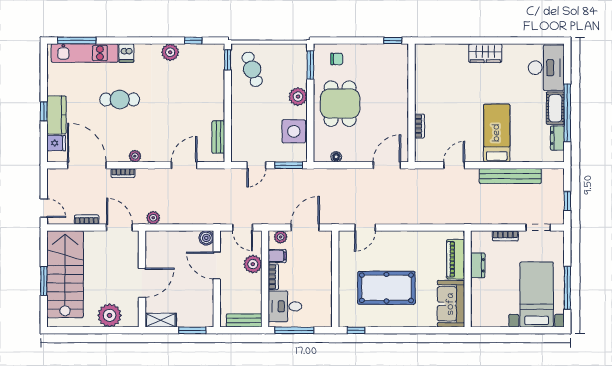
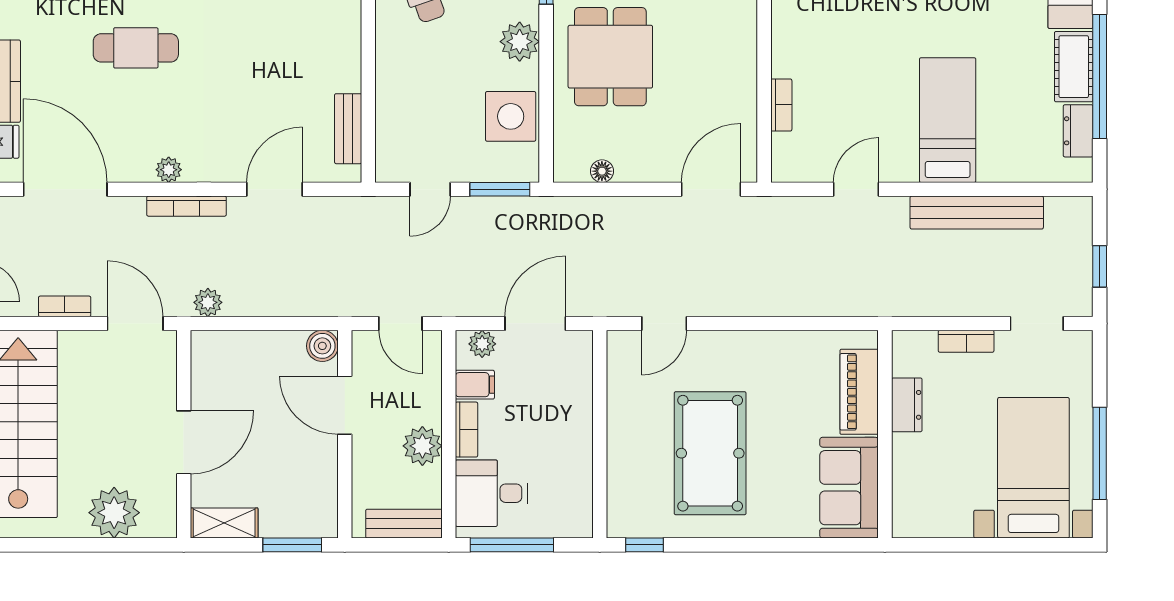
bookcase: (123, 173) -> (187, 206), moved, width x1.56
plant: (253, 264) -> (422, 446), moved
pool table: (386, 288) -> (710, 453), turned 90

